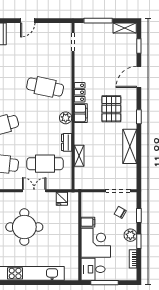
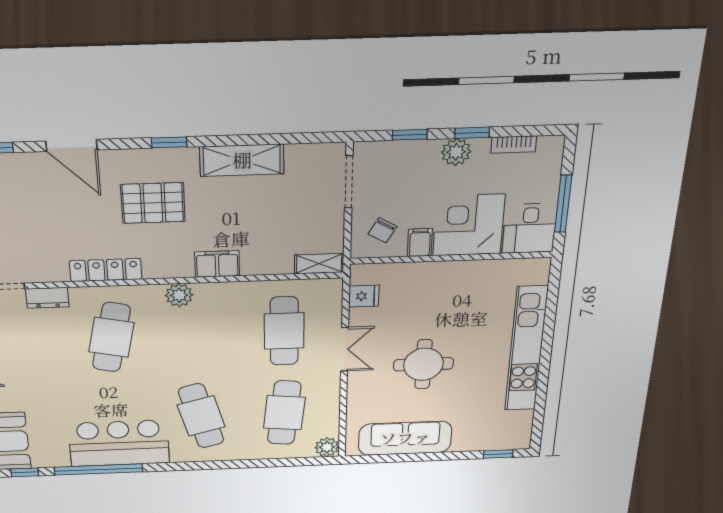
locker: (80, 92) -> (106, 270), width x1.53
filing cabinet: (81, 113) -> (217, 264), moved
dresser: (67, 142) -> (47, 298), moved
shelving: (79, 156) -> (319, 264), moved
double door: (34, 191) -> (345, 349), swing flipped
chair: (120, 212) -> (383, 230), moved
round table: (24, 227) -> (424, 364), width x0.73, depth x0.73

